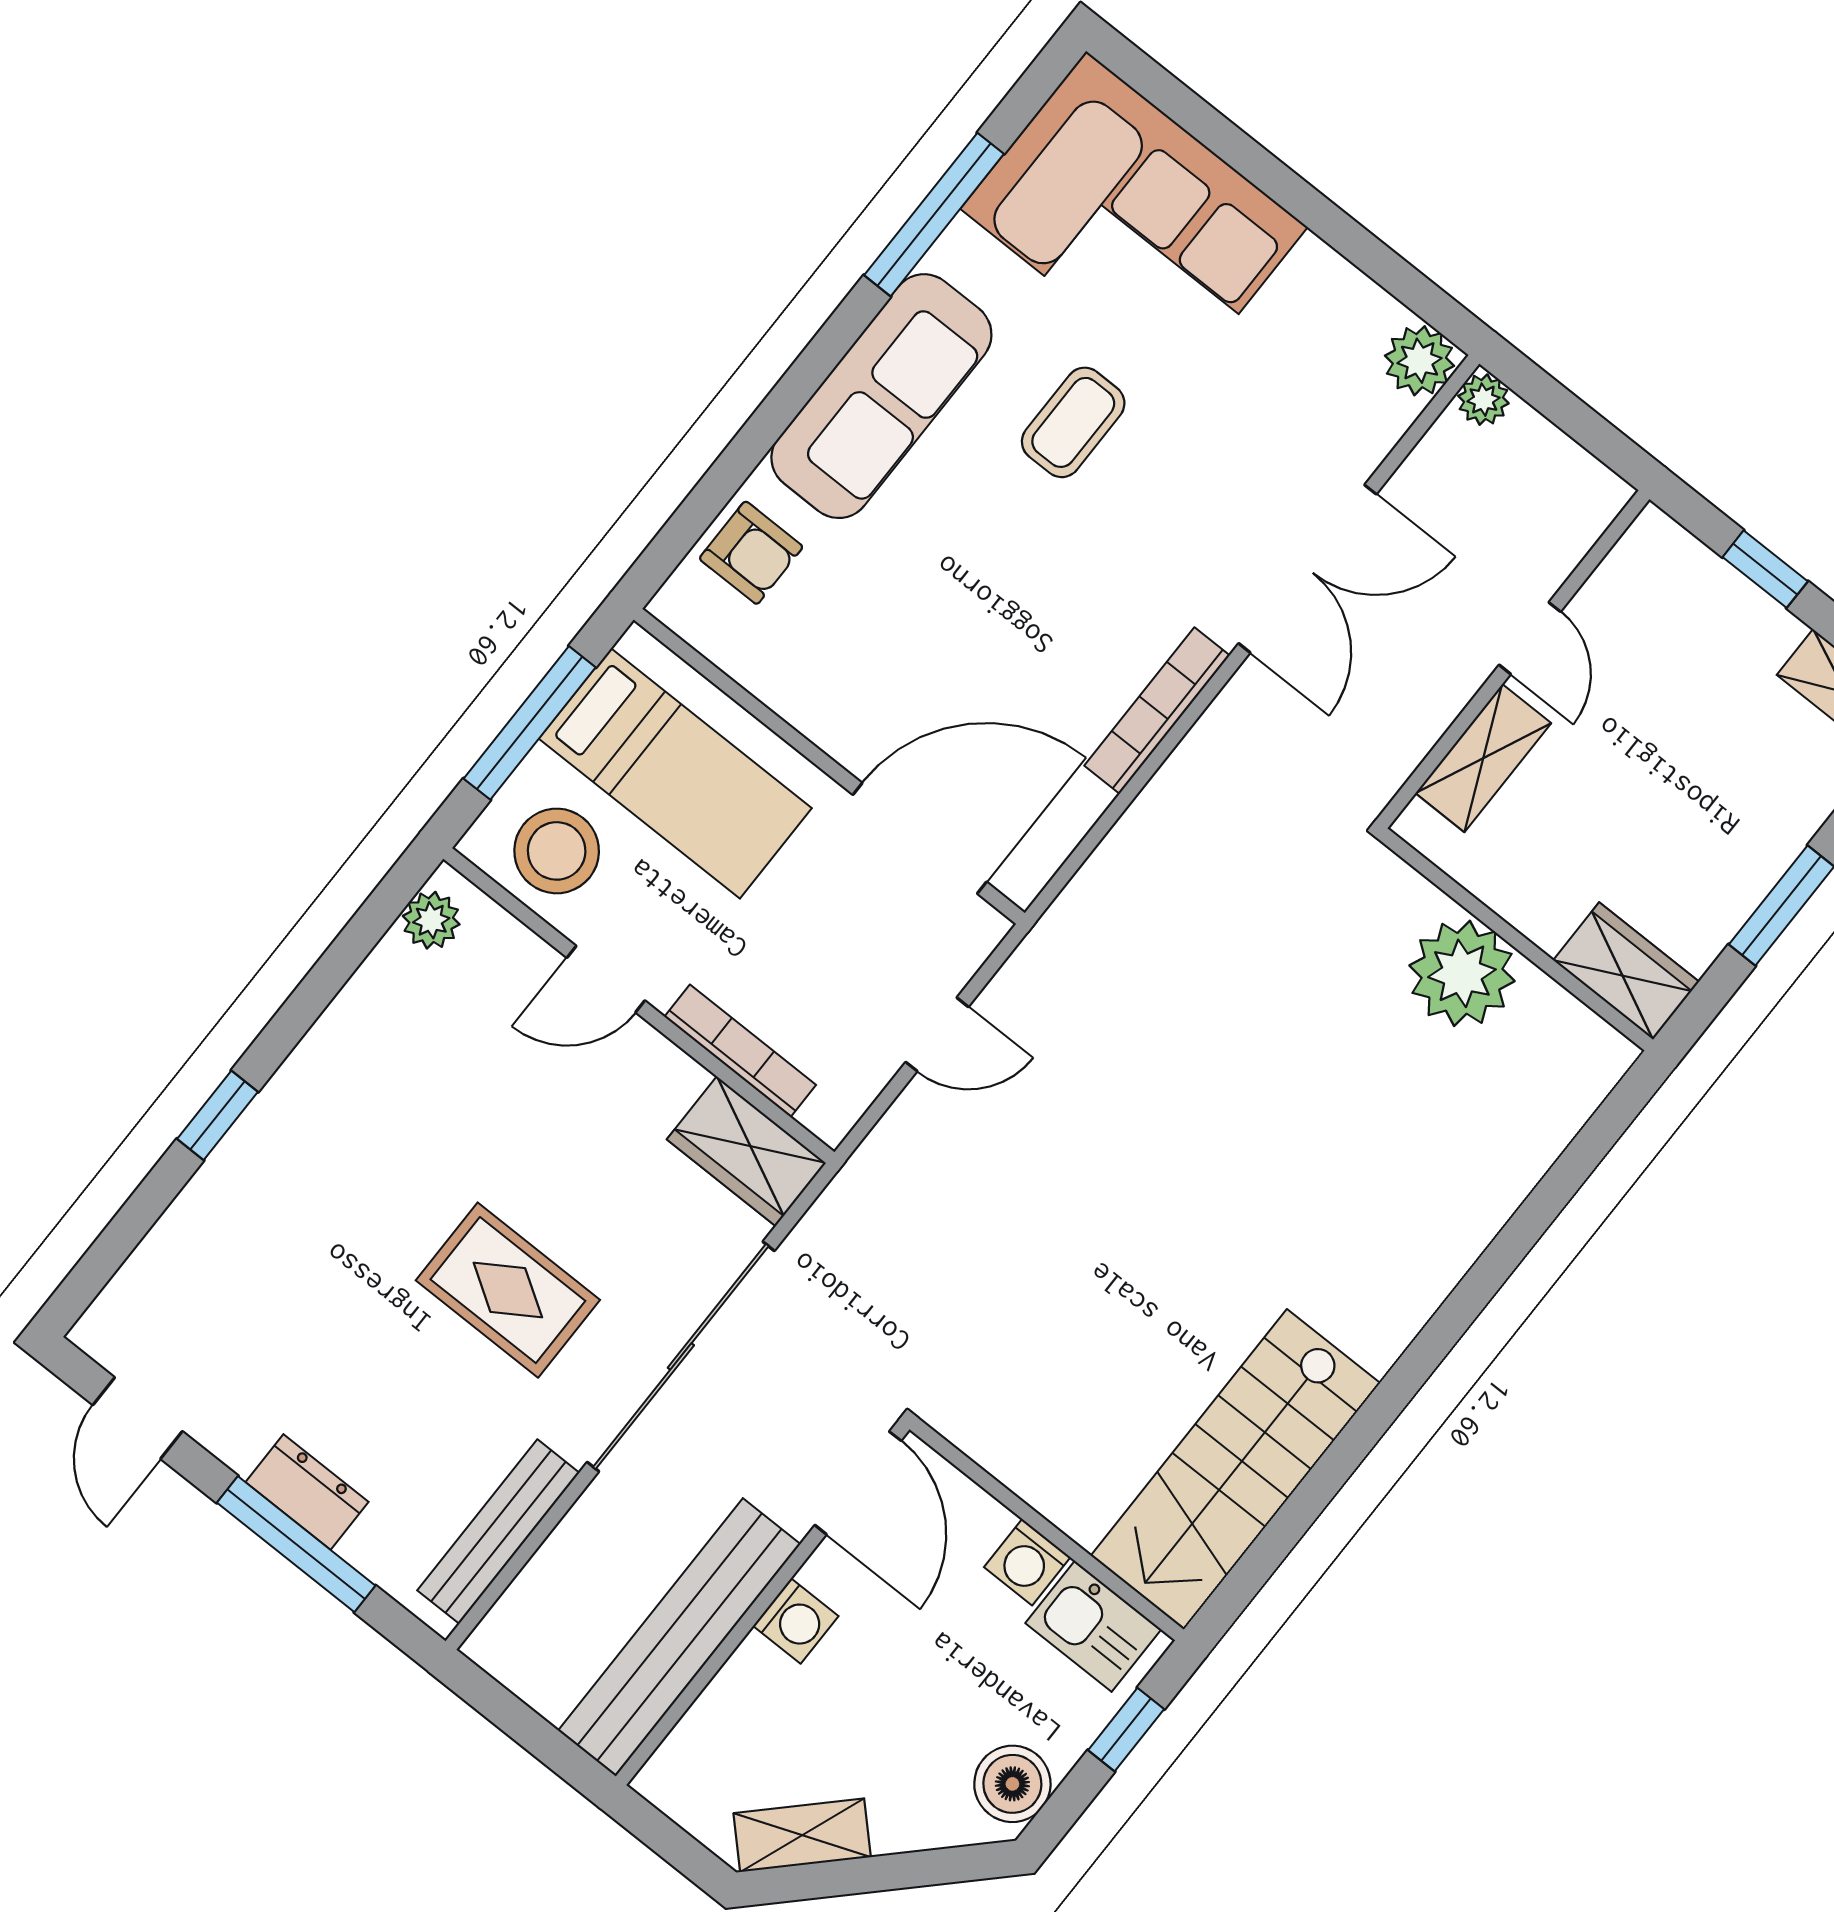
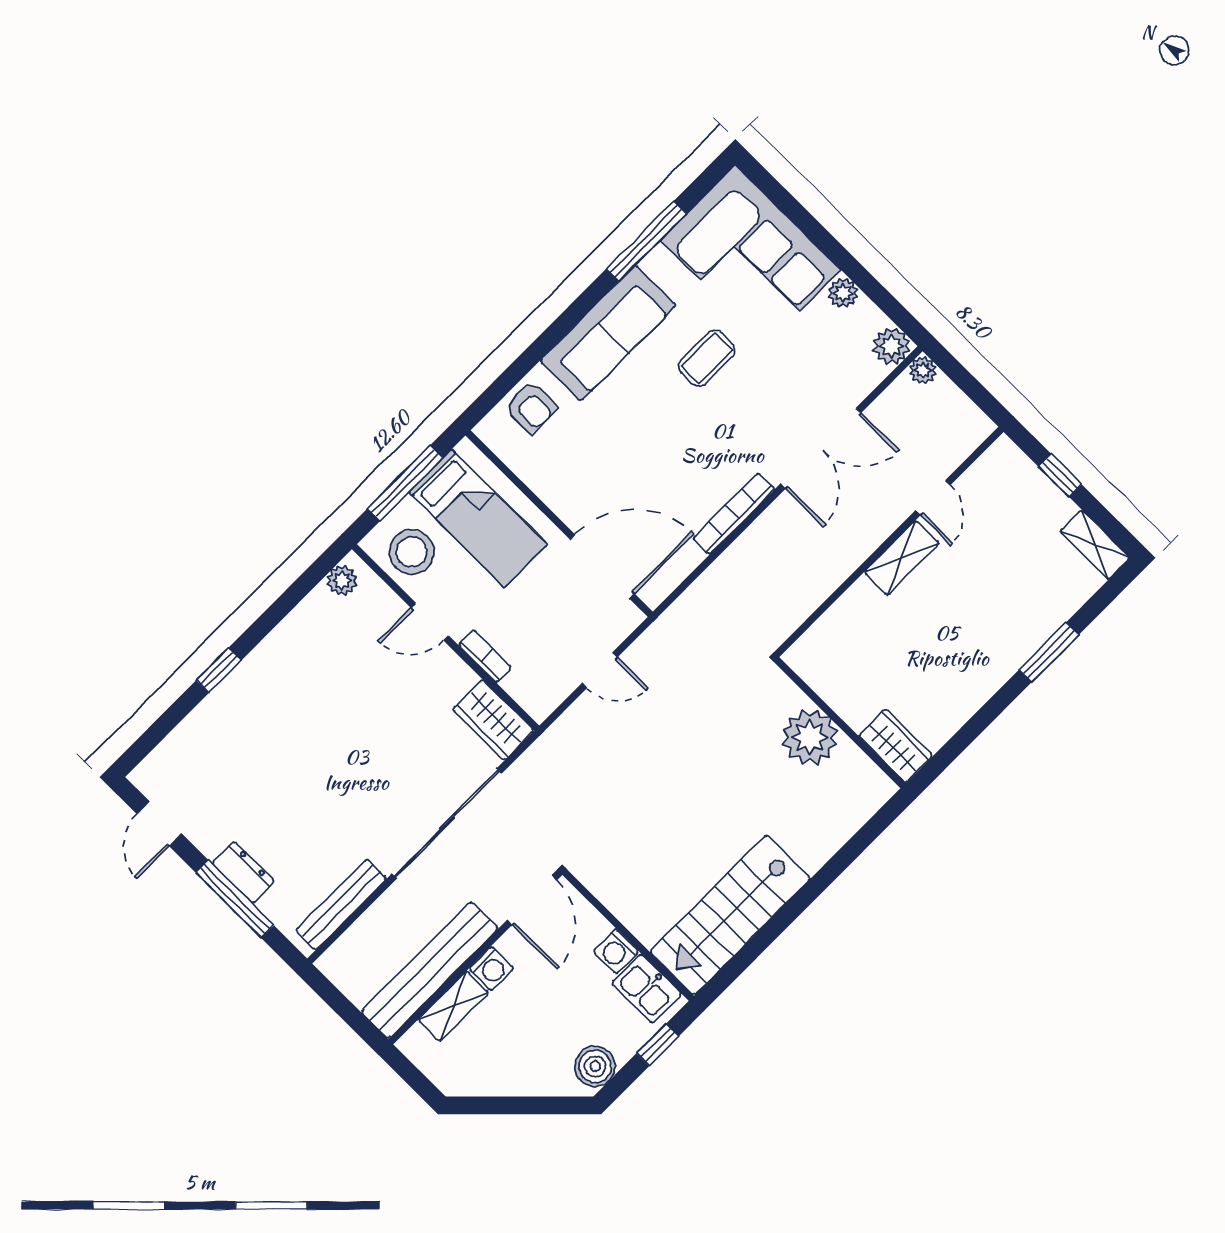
plant: (1317, 271) -> (843, 293), added
wall: (1516, 939) -> (840, 723), moved
wardrobe: (1626, 971) -> (896, 746), moved
plant: (1462, 973) -> (810, 737), moved
bookcase: (740, 1051) -> (485, 656), width x0.64
rug: (508, 1290) -> (360, 779), removed
shelving: (802, 1835) -> (453, 1006), moved, turned -45

